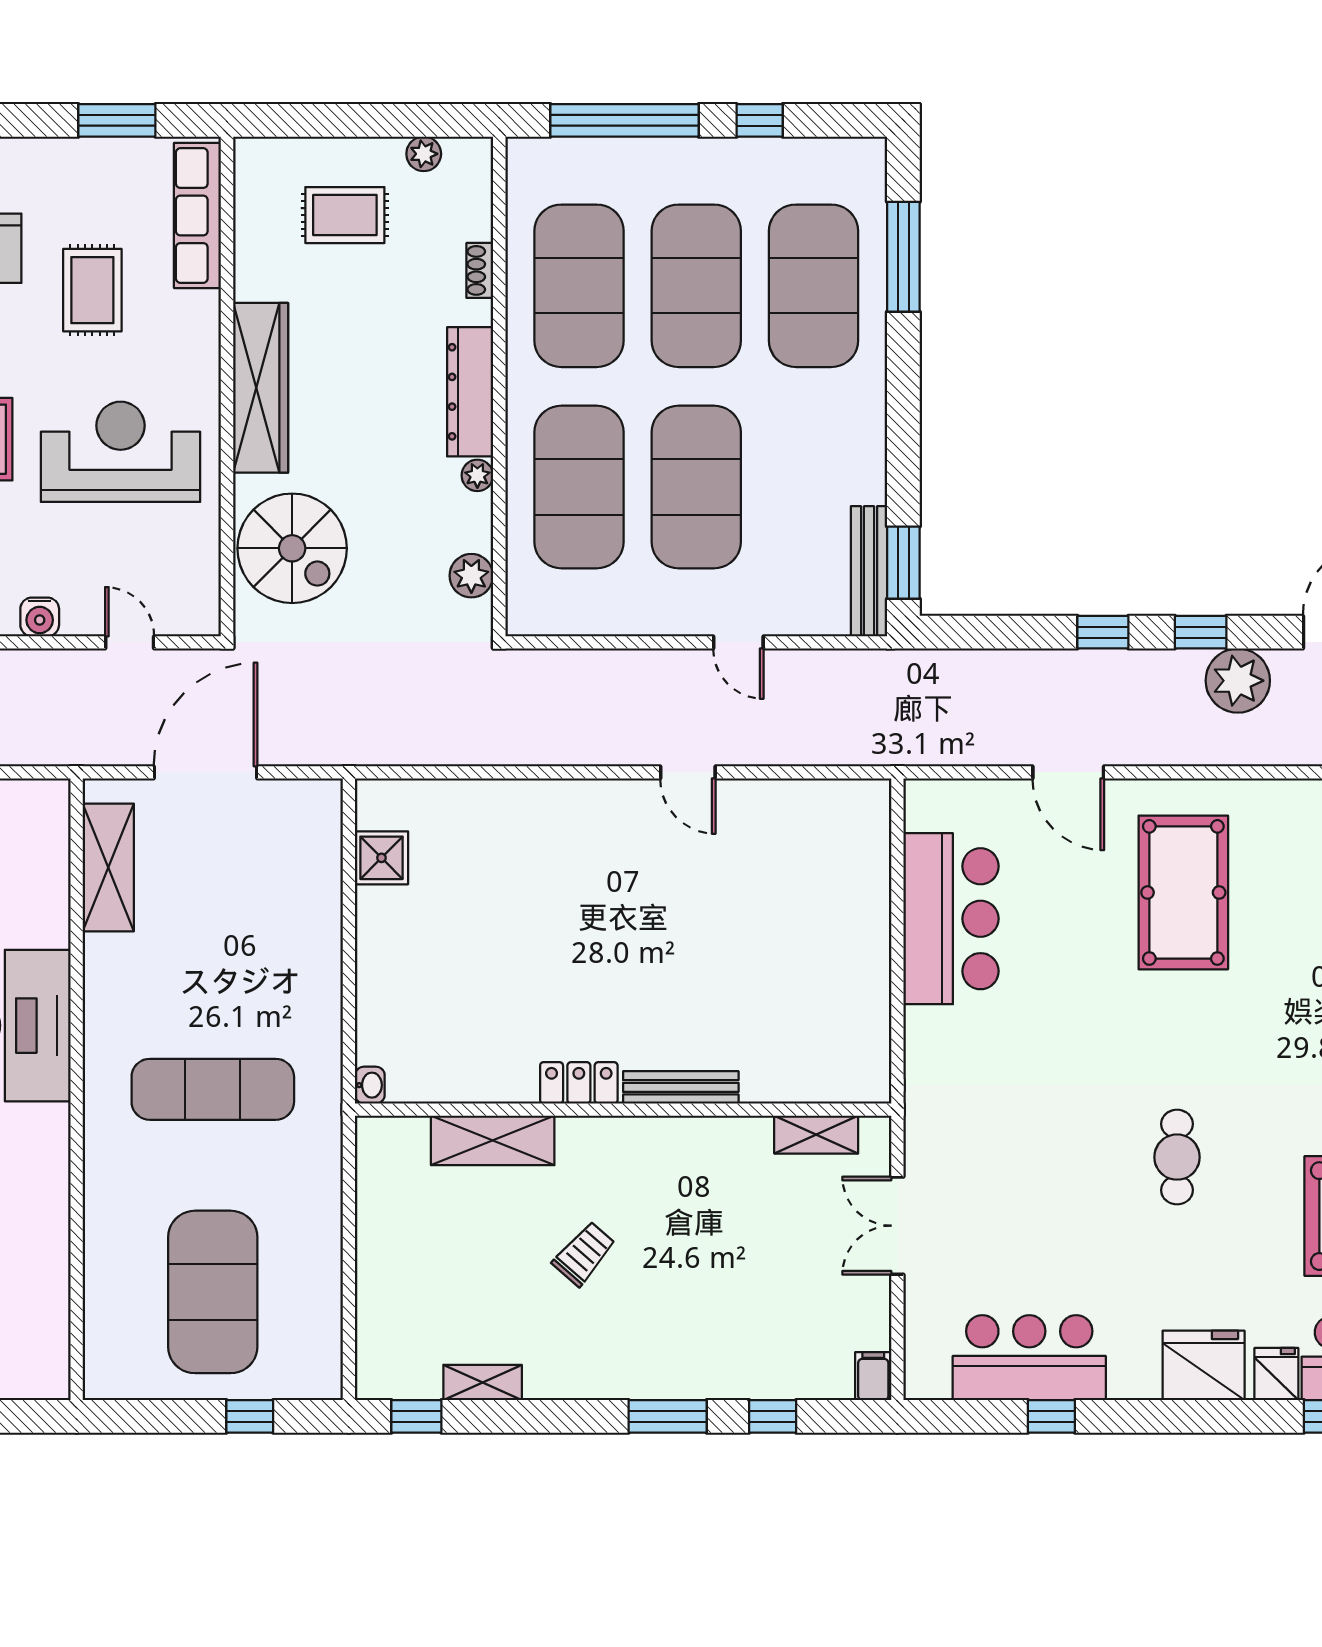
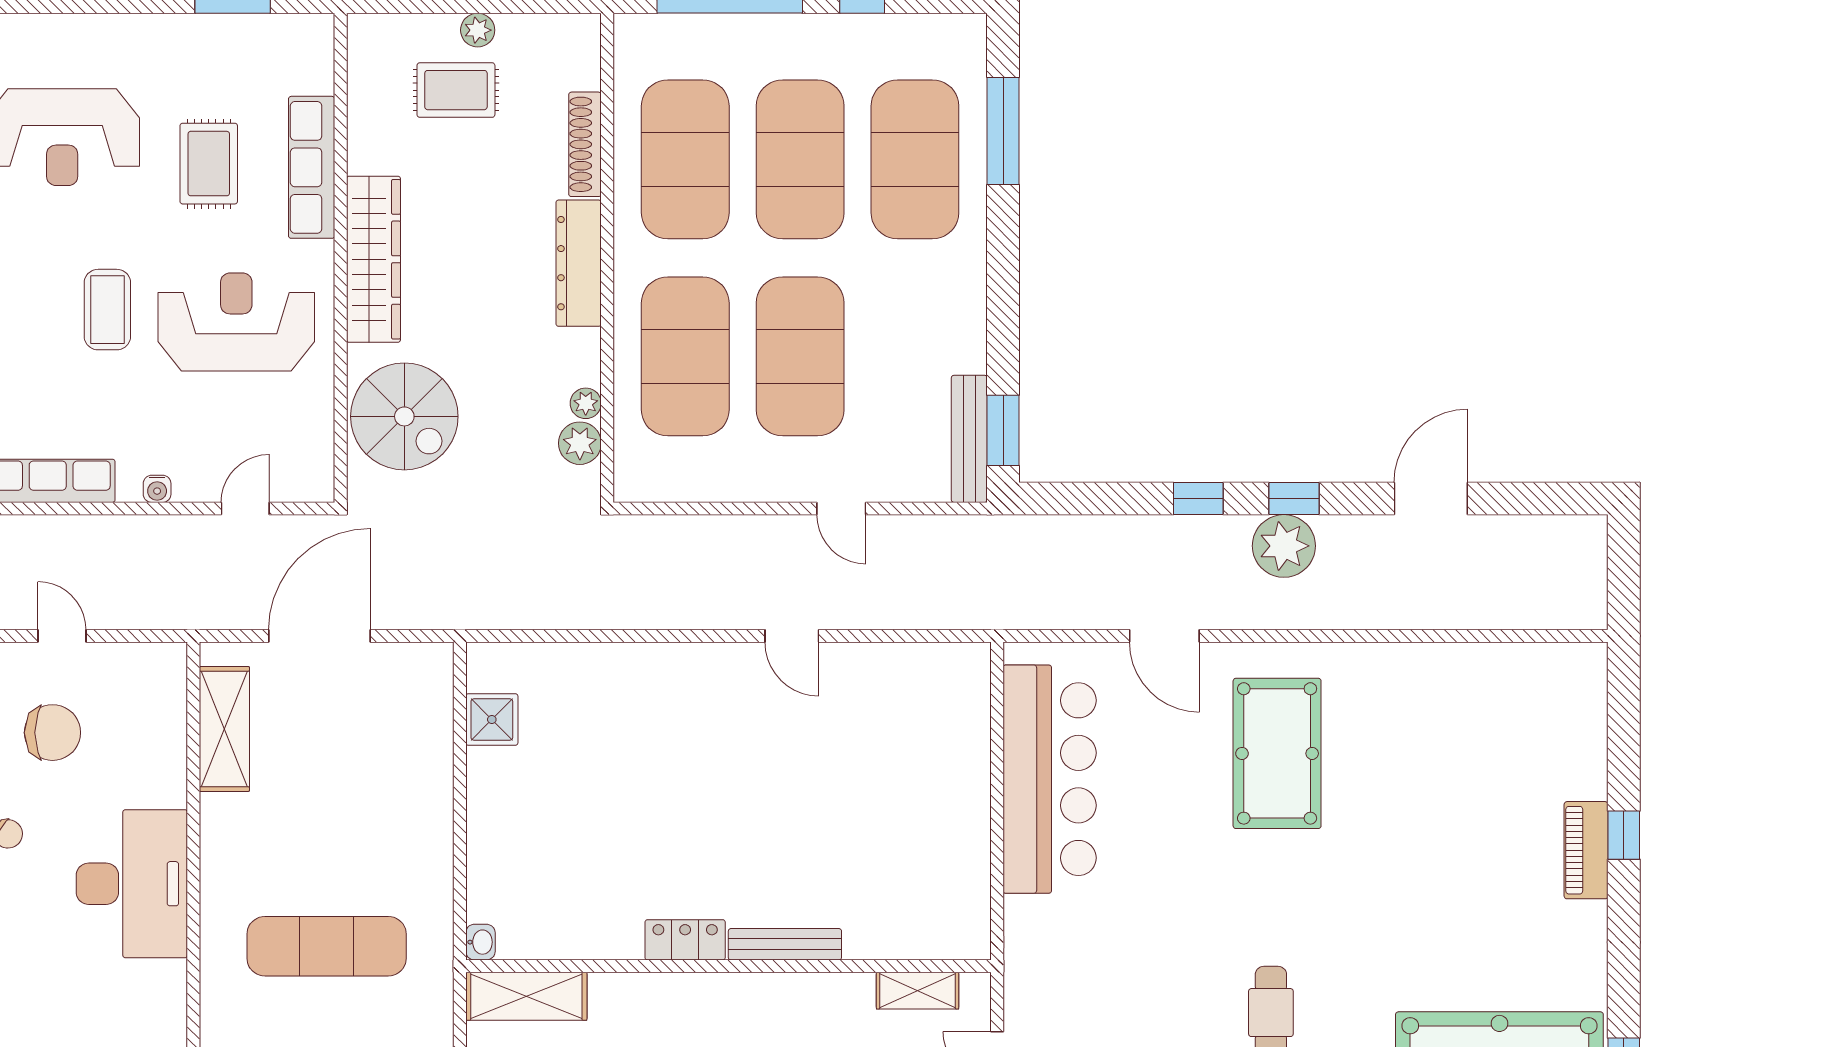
plant: (424, 154) -> (478, 30), moved
row of seats: (197, 215) -> (312, 167), moved
shoe rack: (480, 270) -> (585, 144), width x1.94, depth x1.24
plant: (477, 475) -> (586, 403), moved
water cooler: (40, 617) -> (157, 489), width x0.72, depth x0.72
door: (130, 642) -> (245, 509), hinge flipped
plant: (1238, 681) -> (1284, 546), moved
bar counter: (951, 919) -> (1050, 779), width x1.36
shelving: (493, 1140) -> (526, 996), moved

